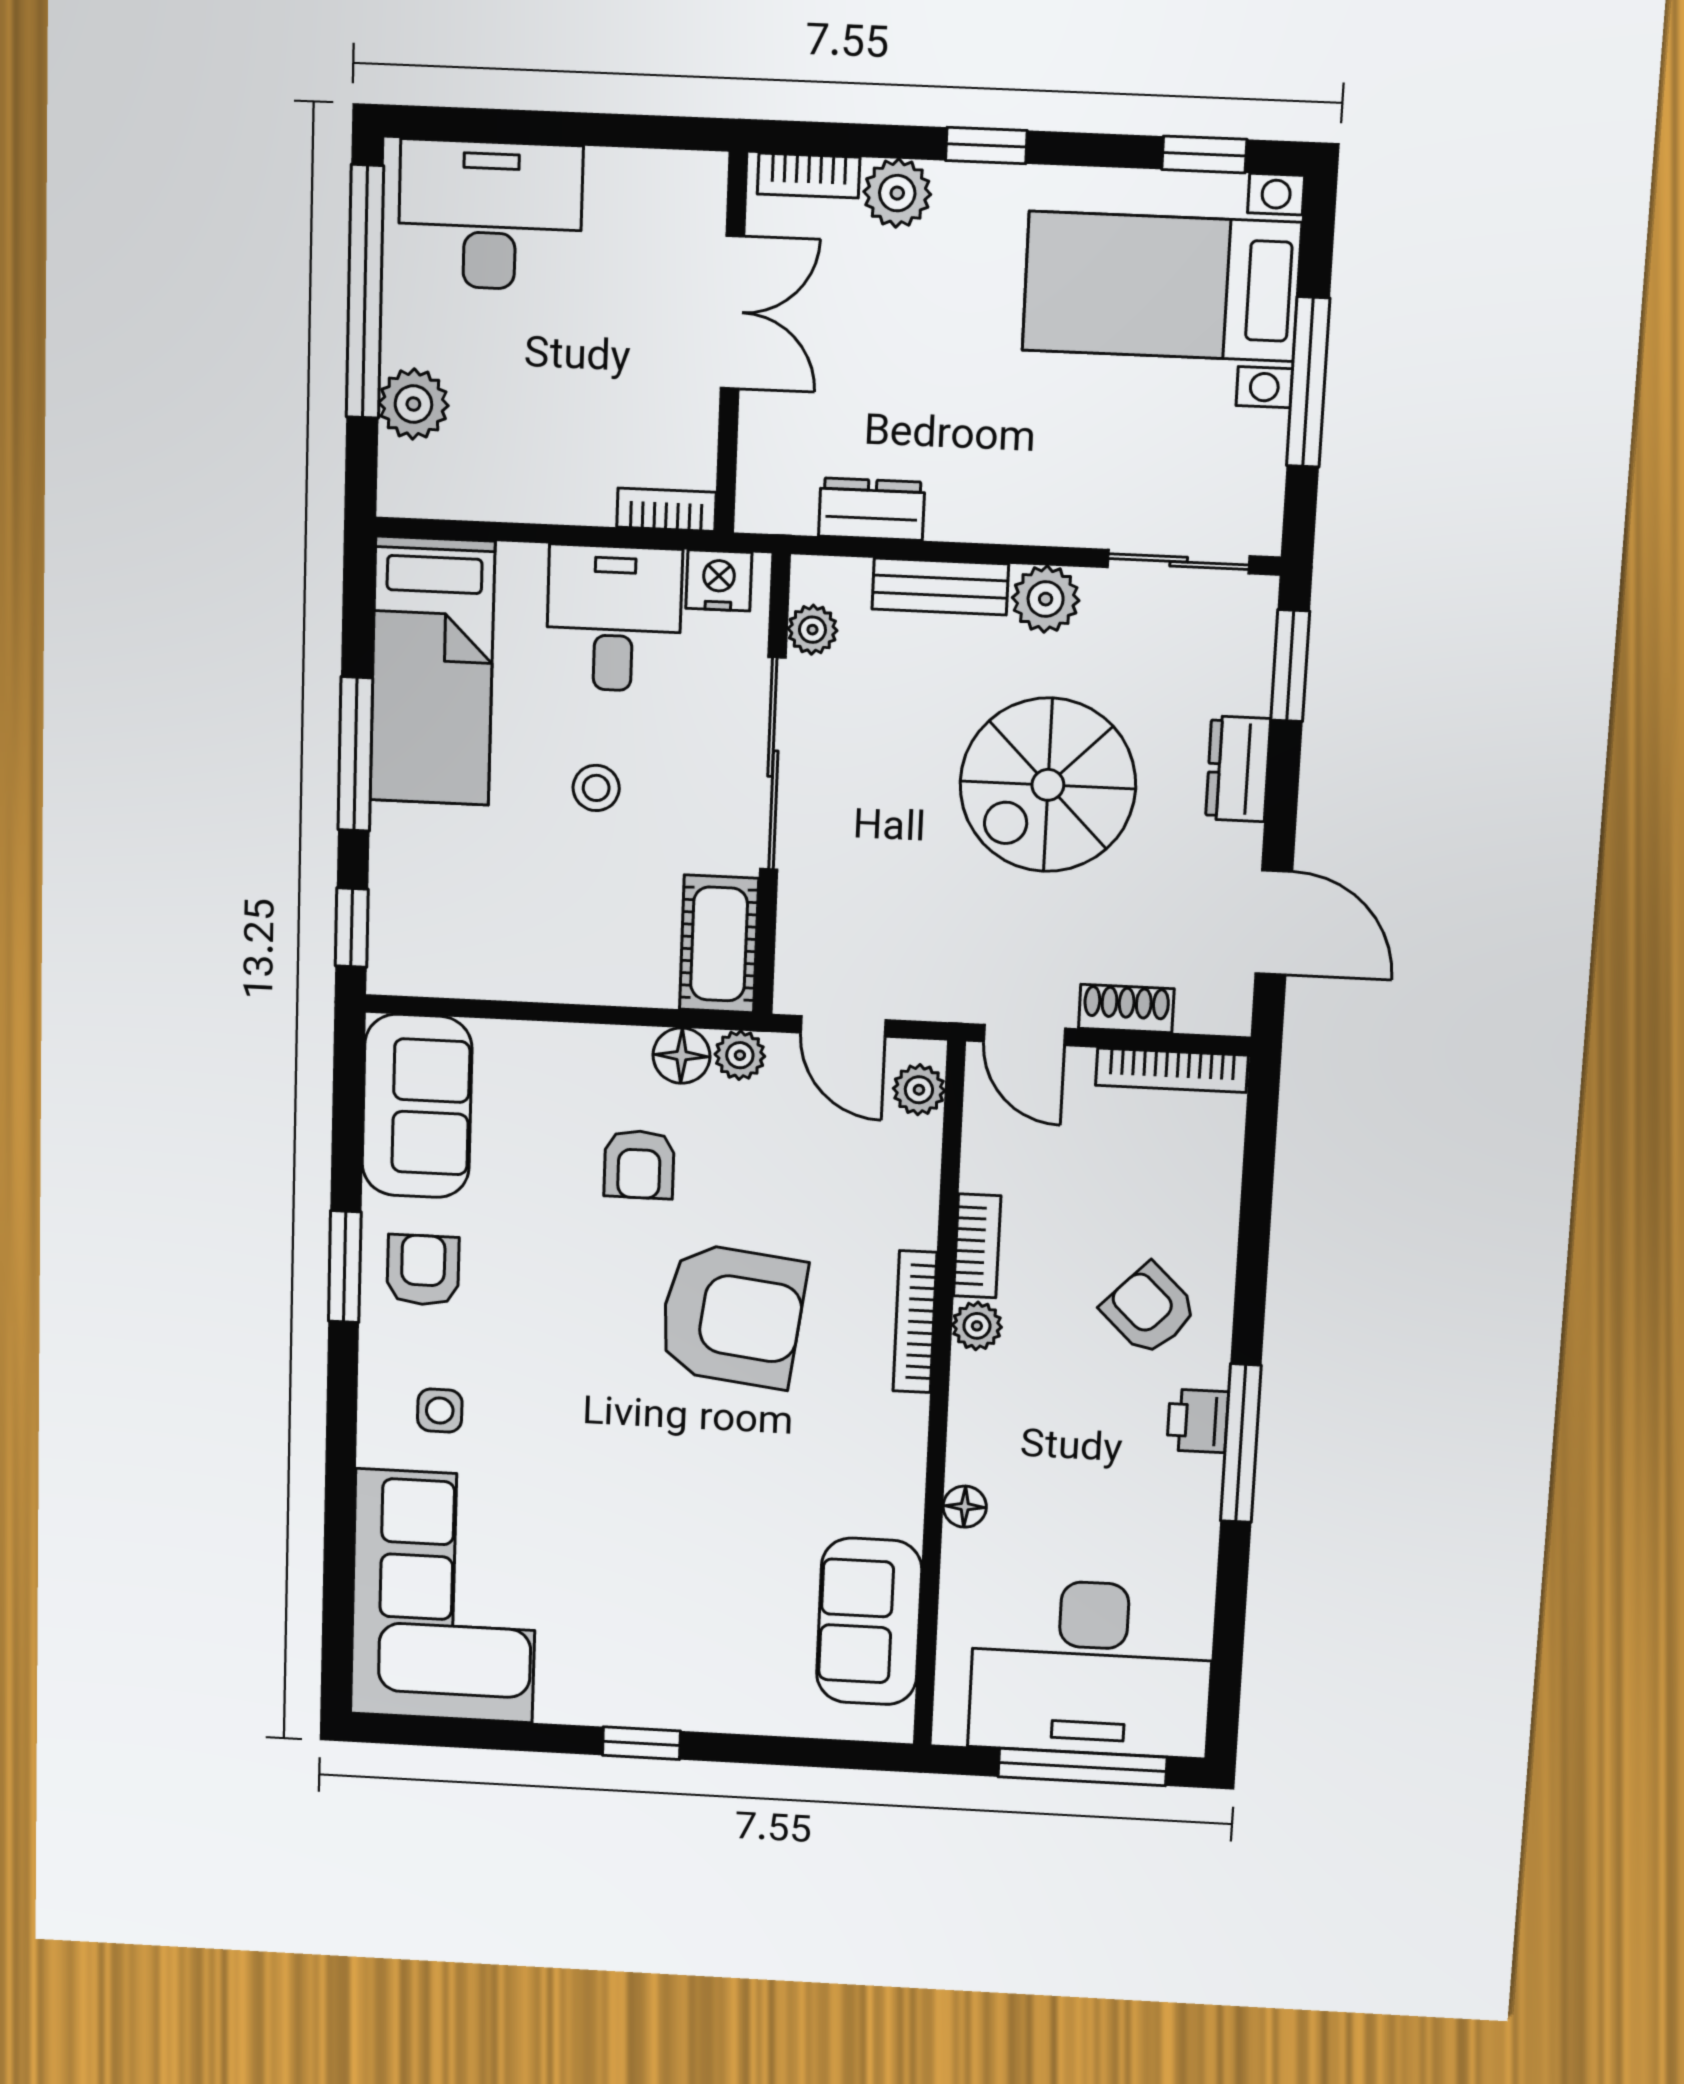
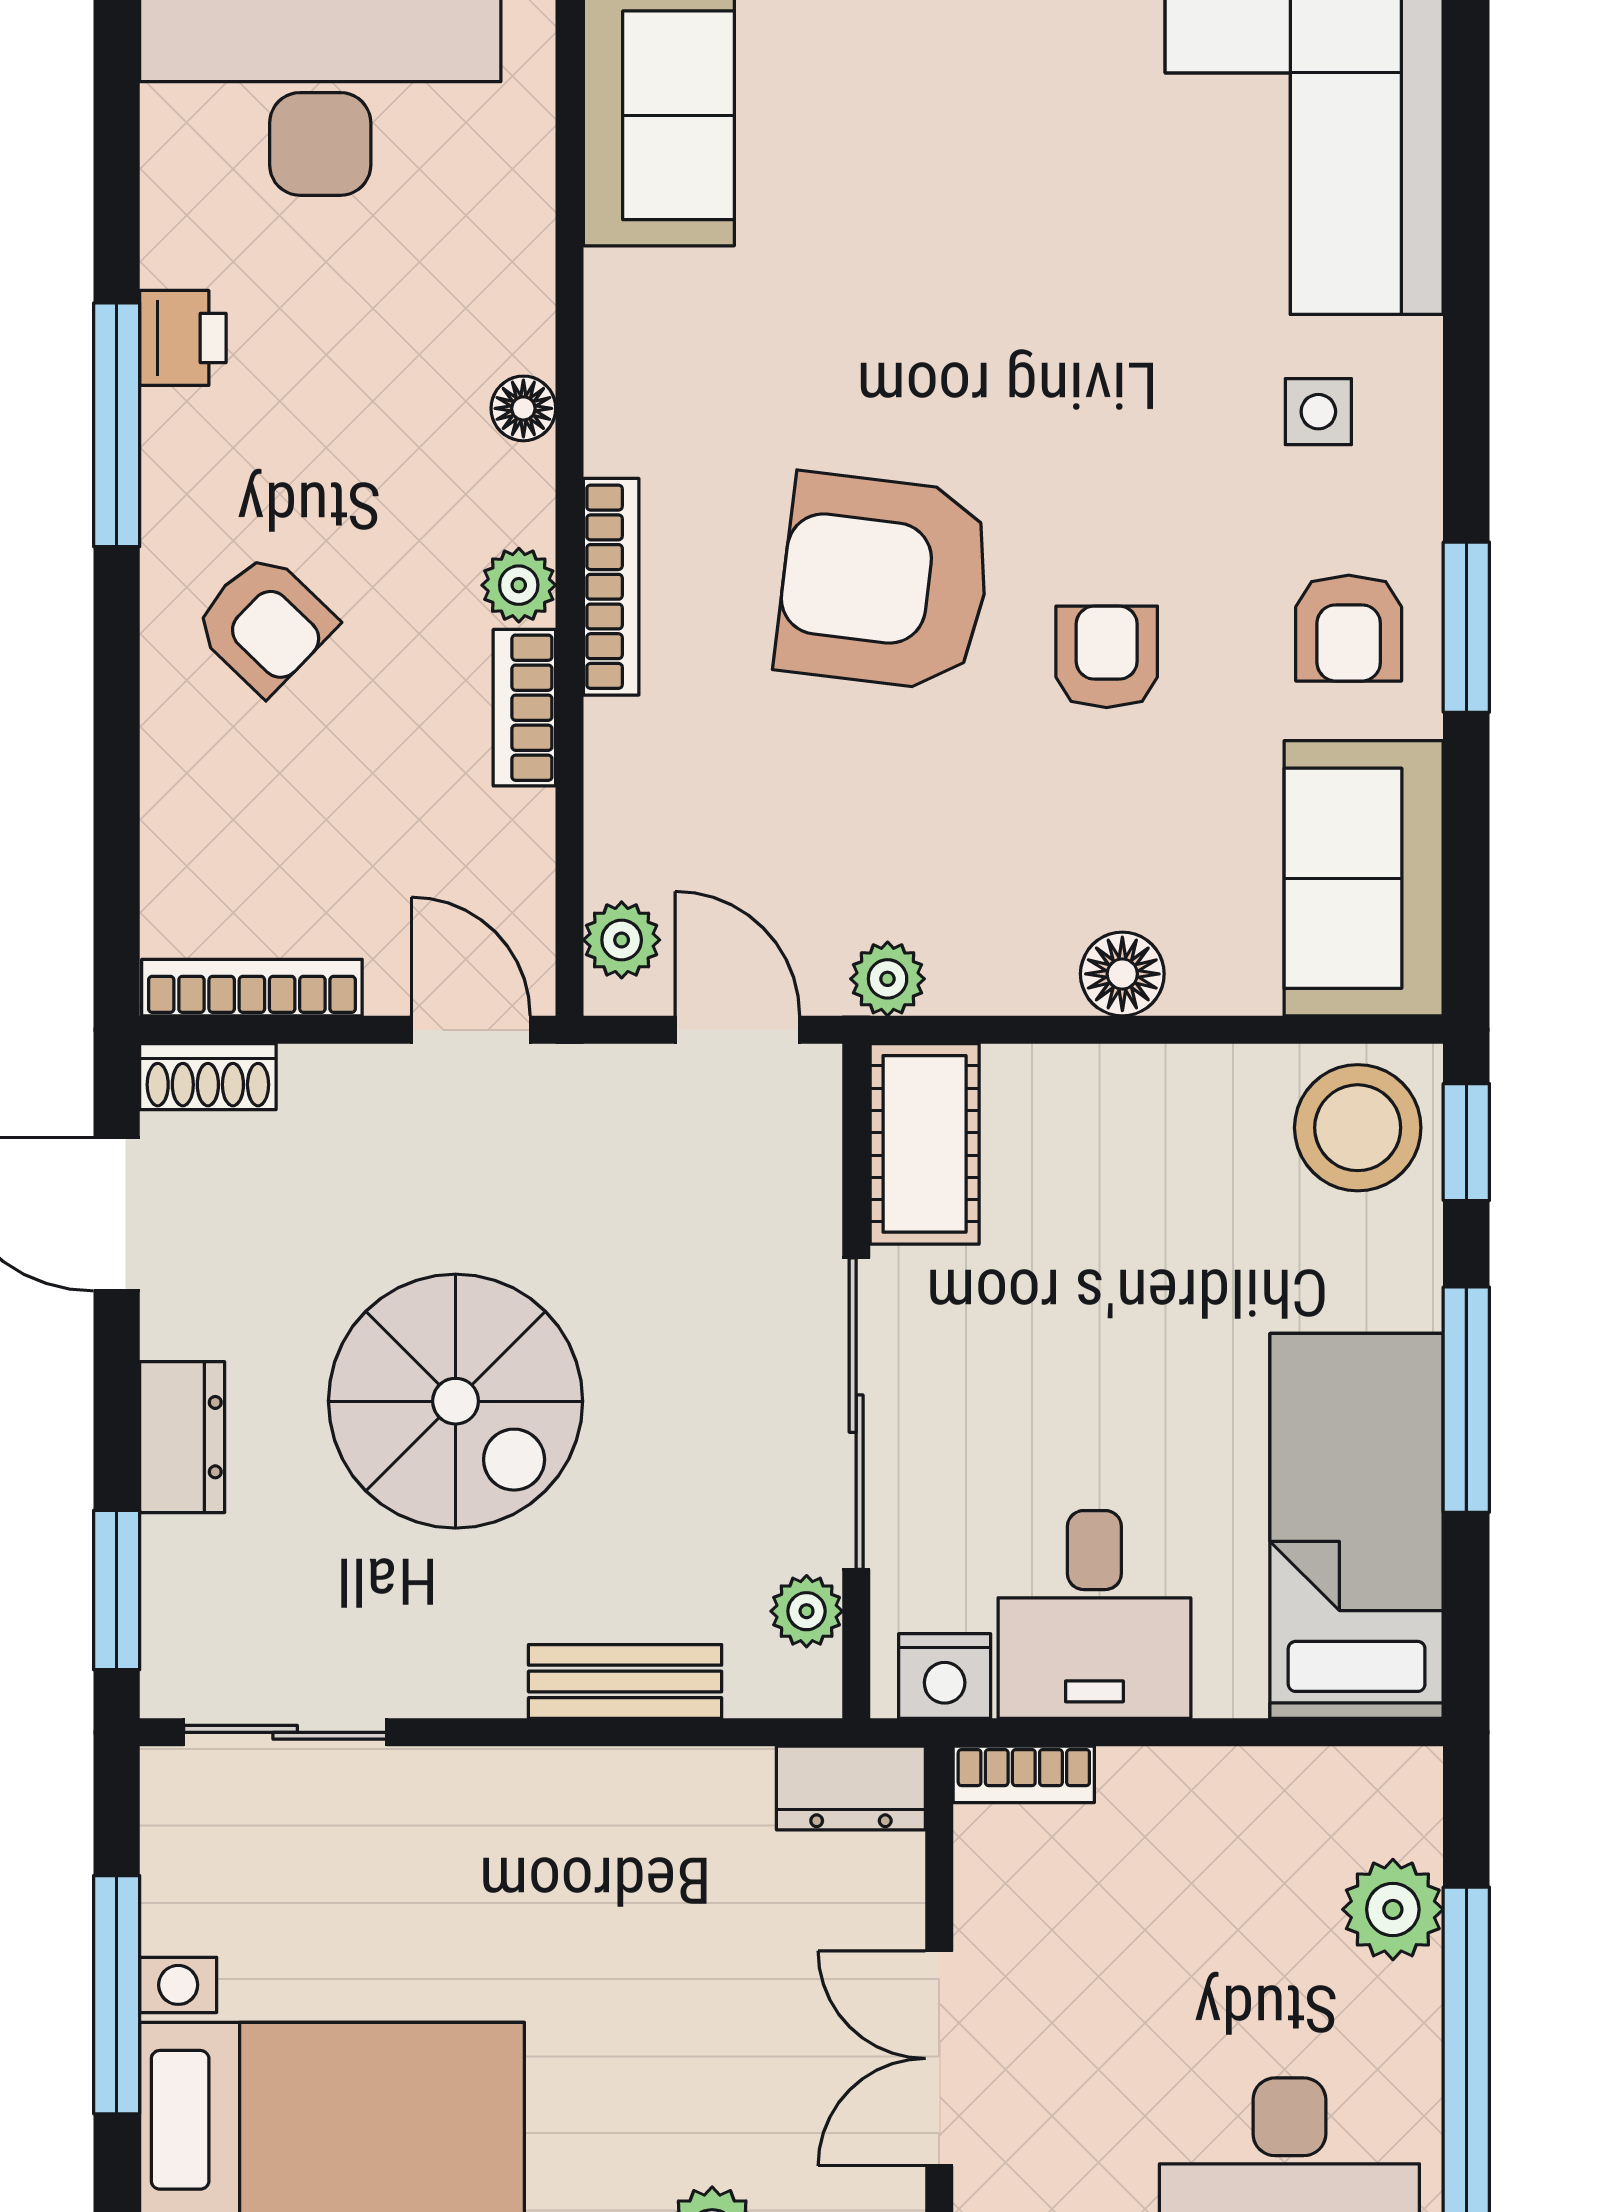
dresser: (872, 509) -> (851, 1788), moved
plant: (1046, 599) -> (473, 1670), removed
spiral stairs: (1048, 785) -> (456, 1401), turned 90
stool: (596, 788) -> (1358, 1128), moved, width x1.89, depth x1.89
shoe rack: (1126, 1008) -> (208, 1077), moved
floor lamp: (681, 1056) -> (1122, 974), moved
armchair: (639, 1164) -> (1107, 657), moved
printer: (1198, 1421) -> (183, 338), moved
floor lamp: (965, 1507) -> (523, 408), moved

